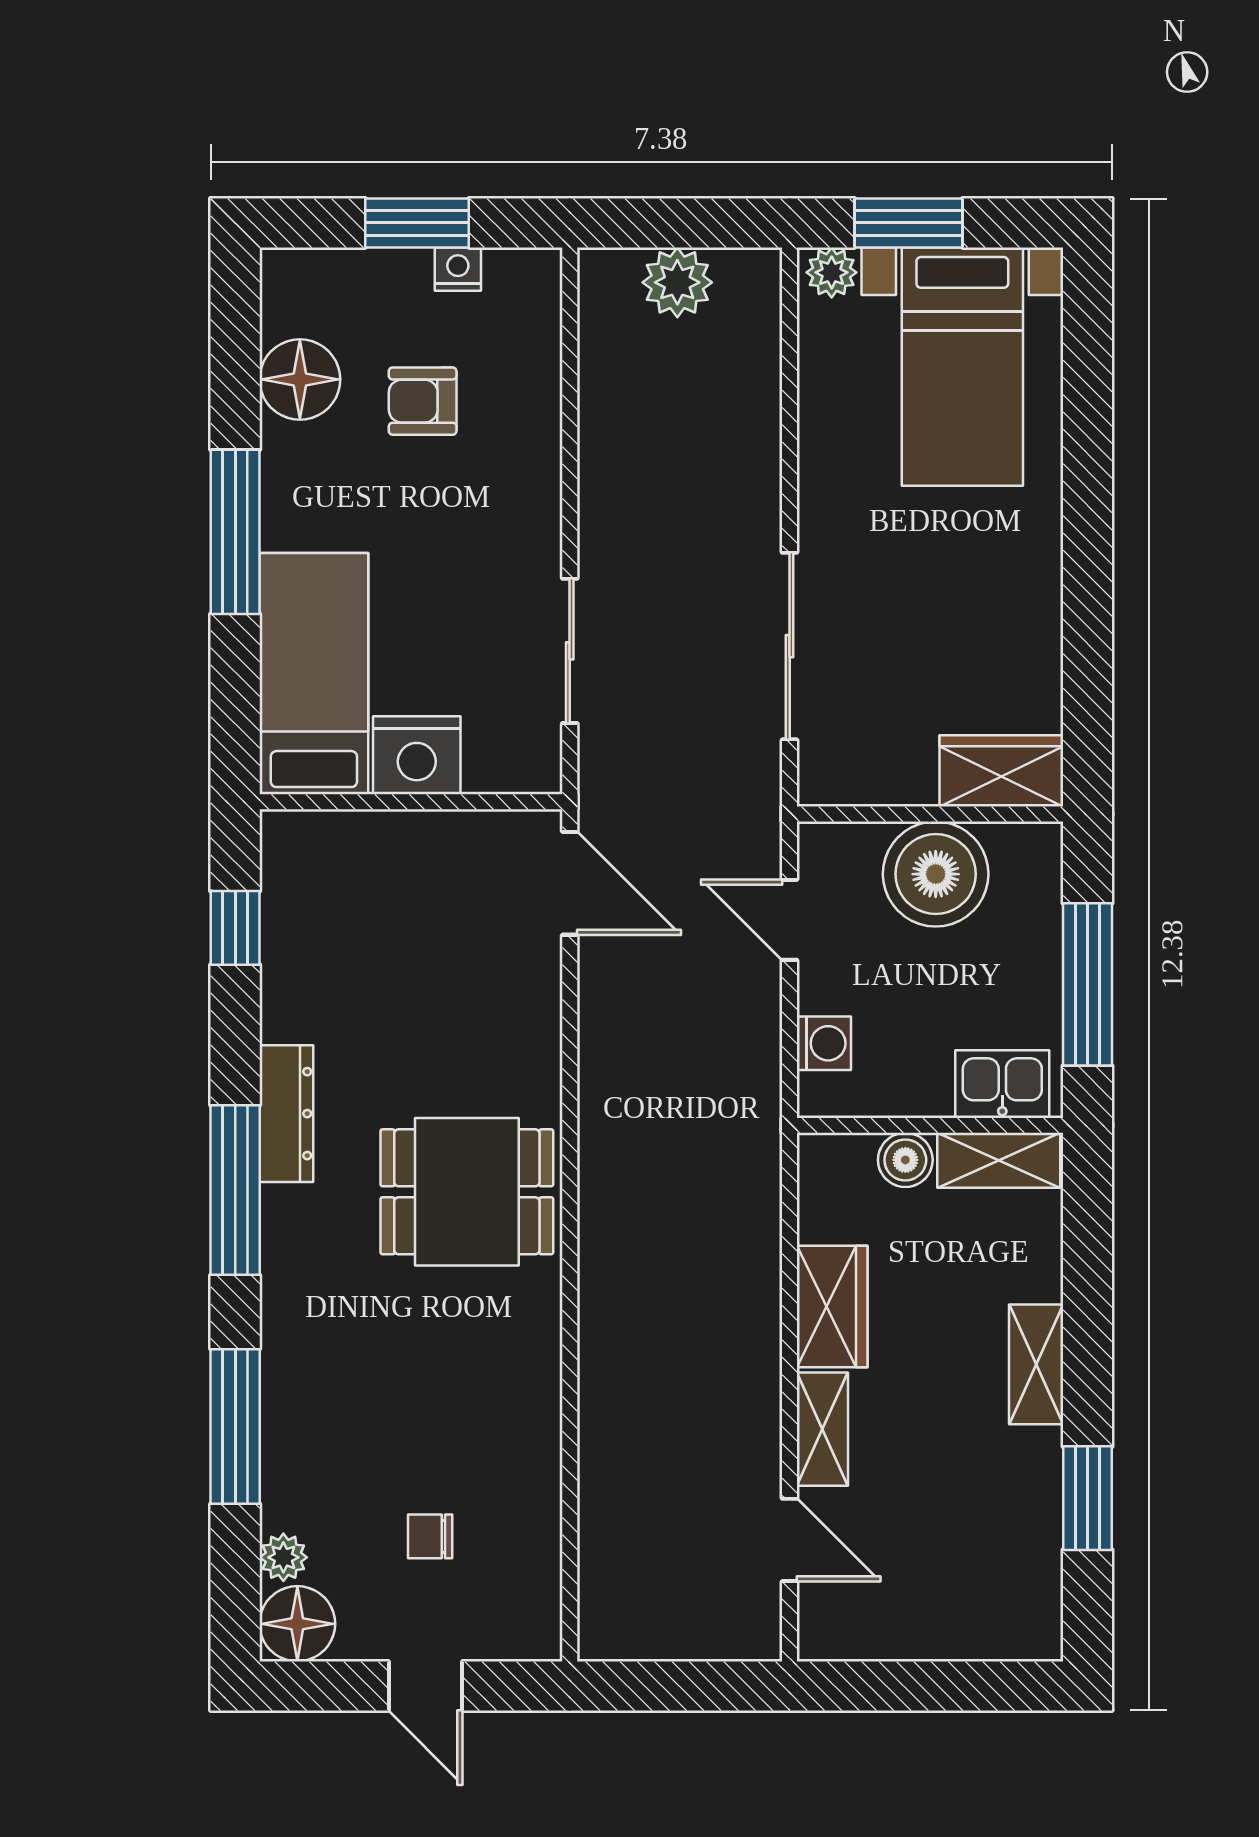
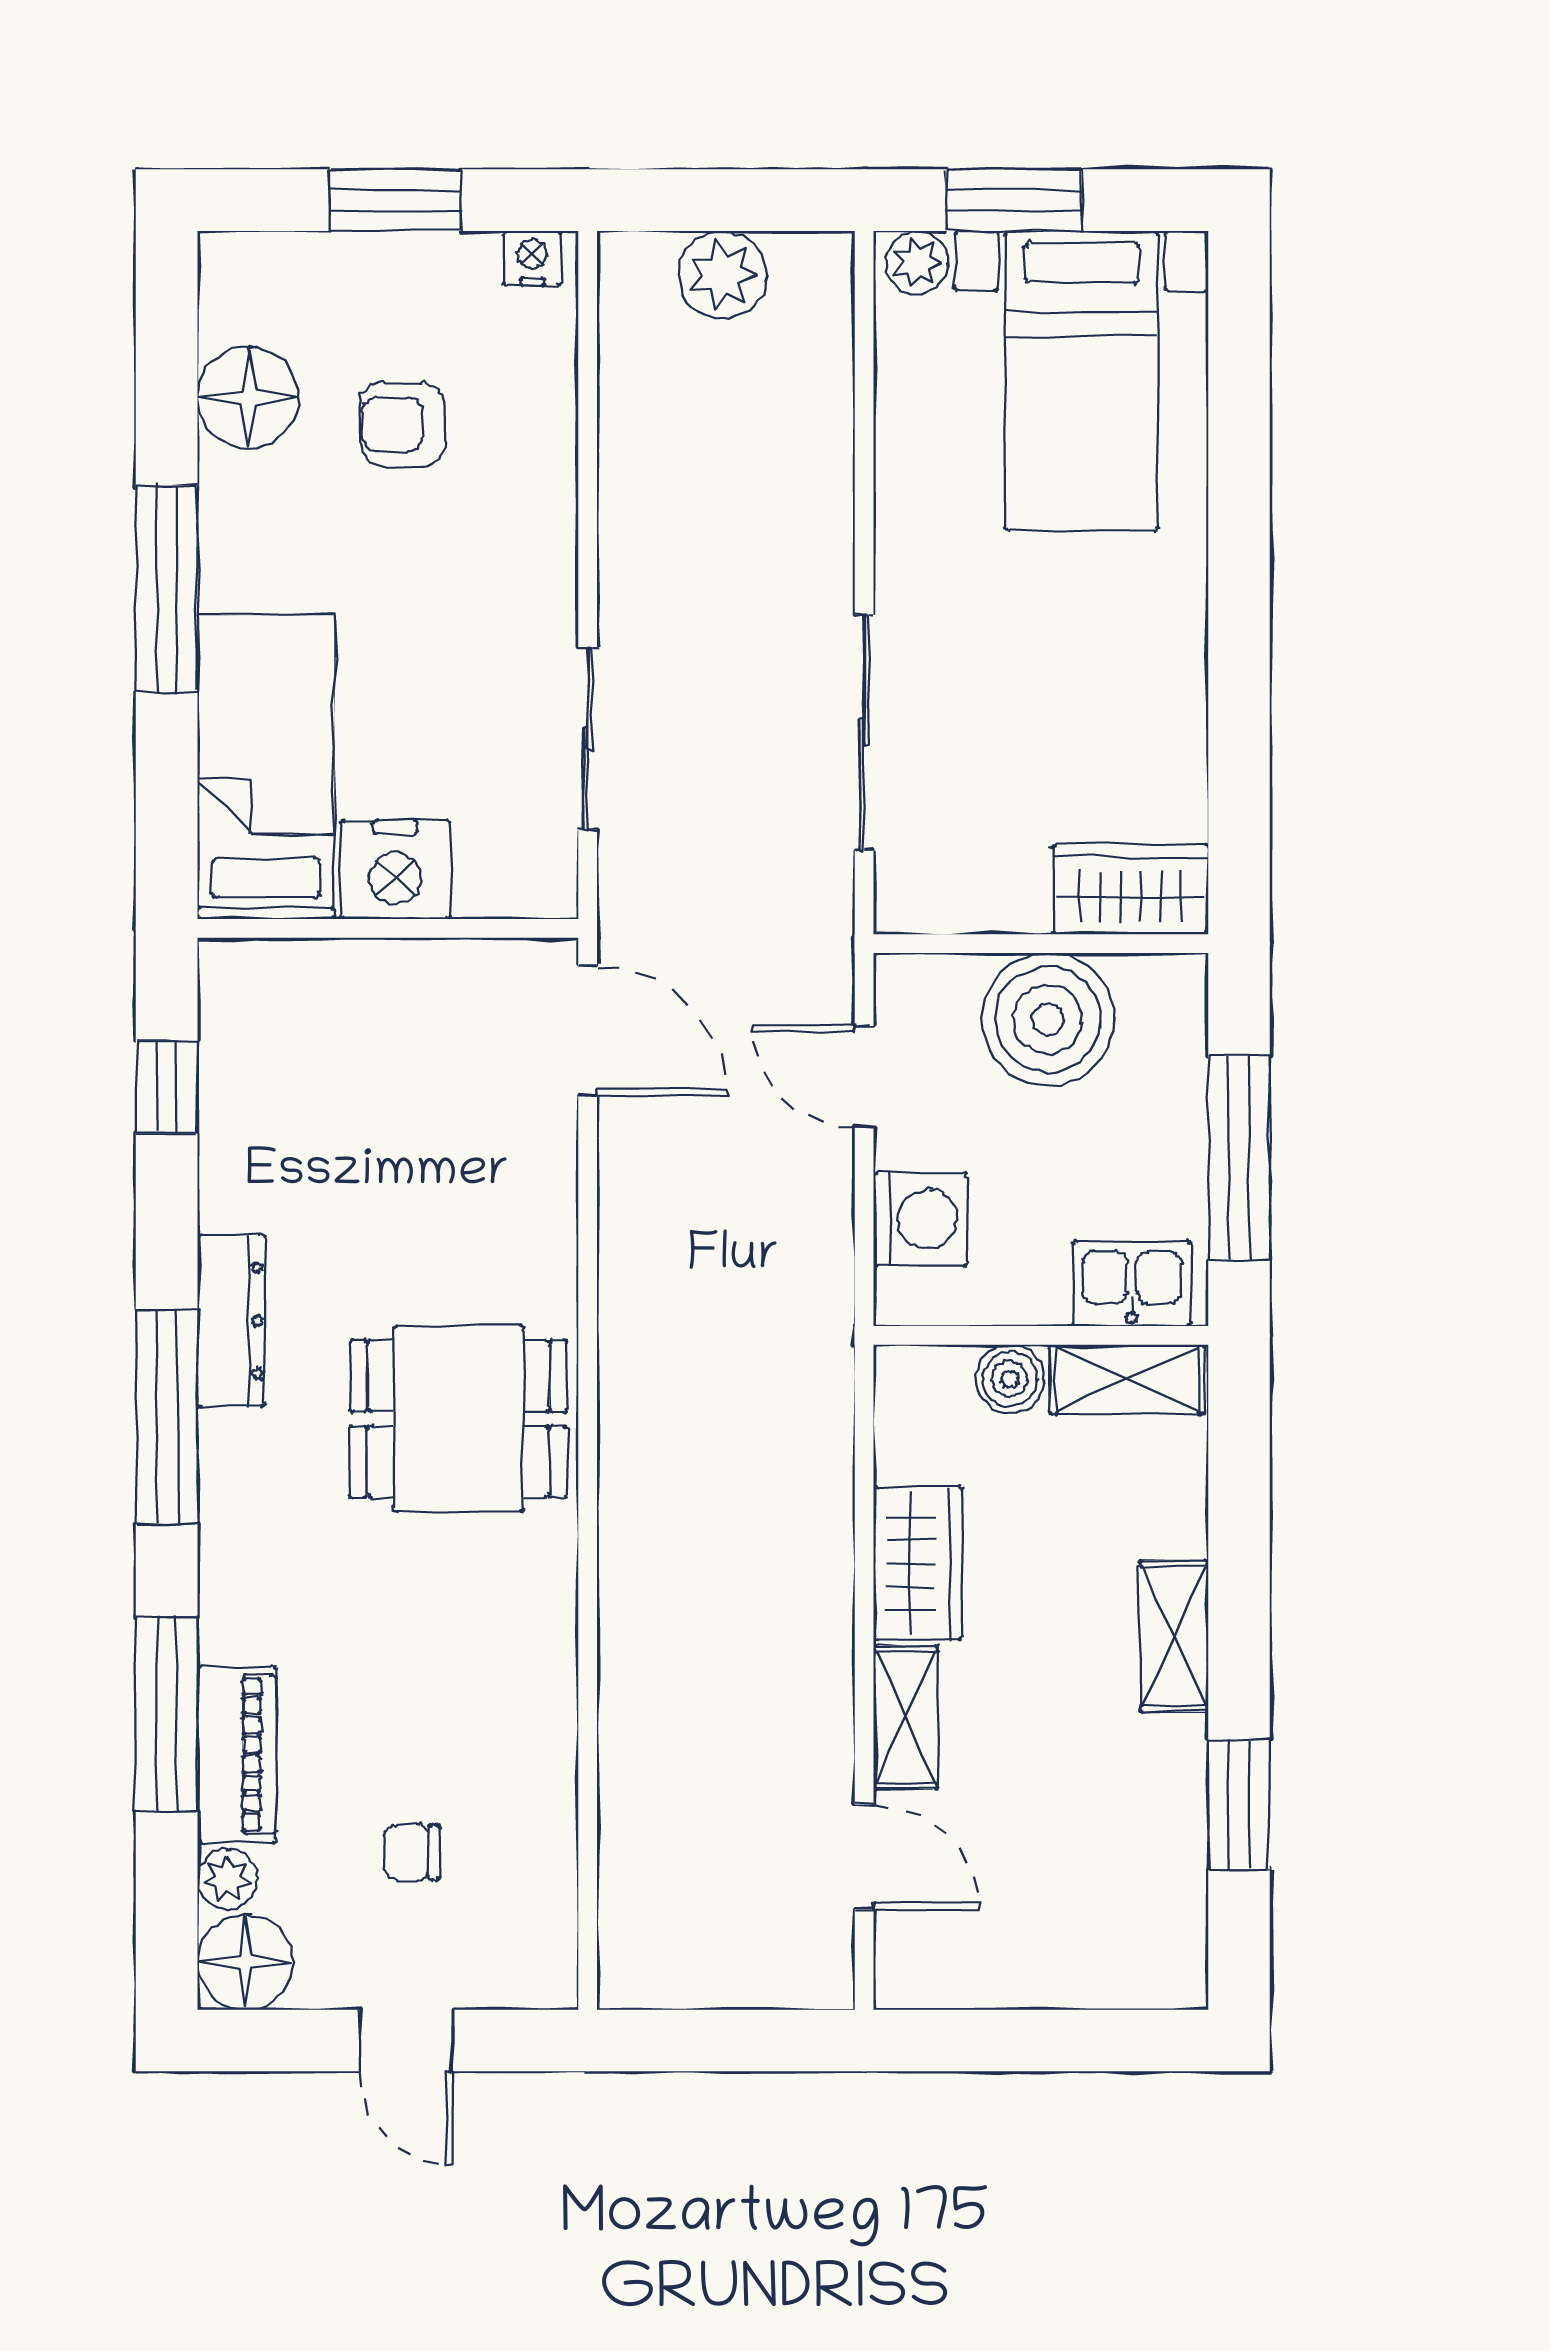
nightstand: (458, 269) -> (532, 258), moved
washing machine: (824, 1043) -> (920, 1219), width x1.38, depth x1.38
piano: (291, 1459) -> (237, 1755), added

